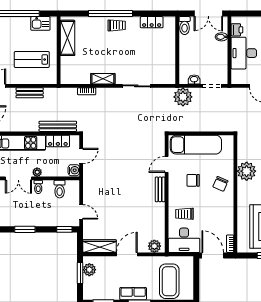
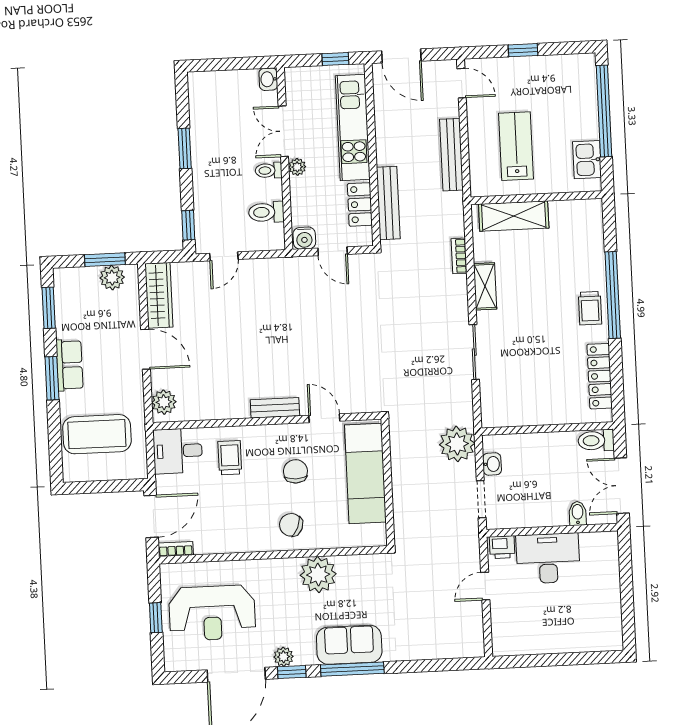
locker: (152, 22) -> (600, 376), width x1.53
printer: (237, 30) -> (502, 547), moved
shelving: (68, 38) -> (514, 216), moved
bench: (30, 93) -> (451, 155), width x1.36
desk: (184, 240) -> (178, 451), width x0.73

